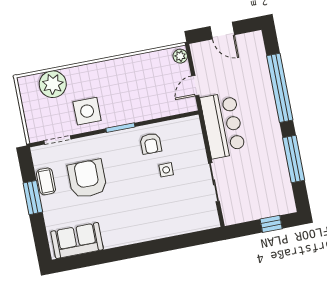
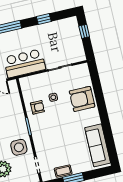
window: (294, 159) -> (44, 19), width x0.46
armchair: (87, 179) -> (82, 99), moved
sofa: (77, 240) -> (98, 145), width x1.36

